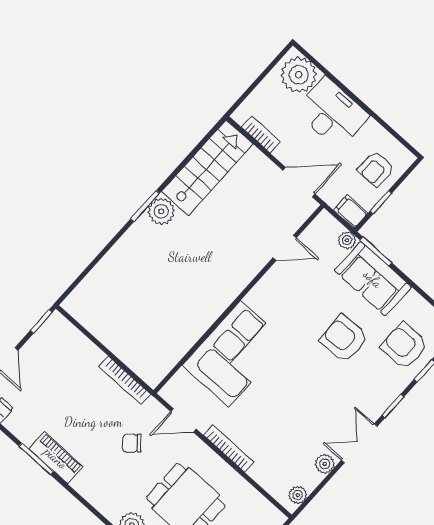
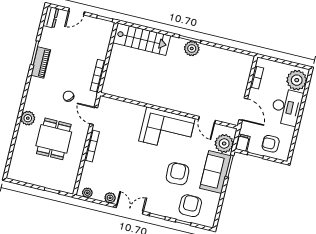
stairs: (207, 168) -> (142, 39), moved
plant: (347, 240) -> (224, 143), width x1.87, depth x1.87
corner sofa: (235, 354) -> (167, 130), moved

